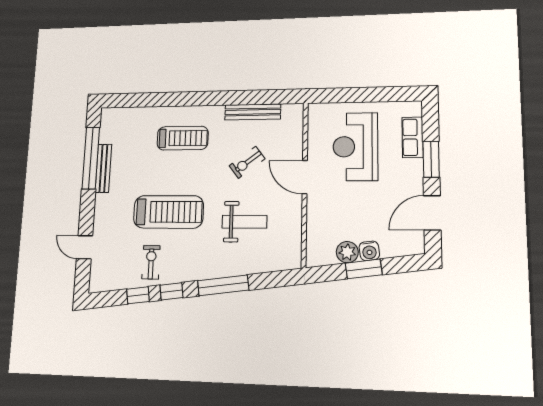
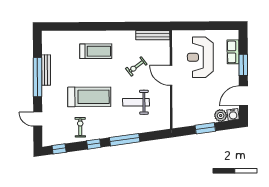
bench: (253, 112) -> (153, 35), moved
window: (91, 158) -> (37, 77), moved
weight bench: (244, 222) -> (136, 102), turned 180
water cooler: (369, 251) -> (233, 115), moved
plant: (347, 252) -> (221, 116), moved
window: (138, 295) -> (59, 149), moved

